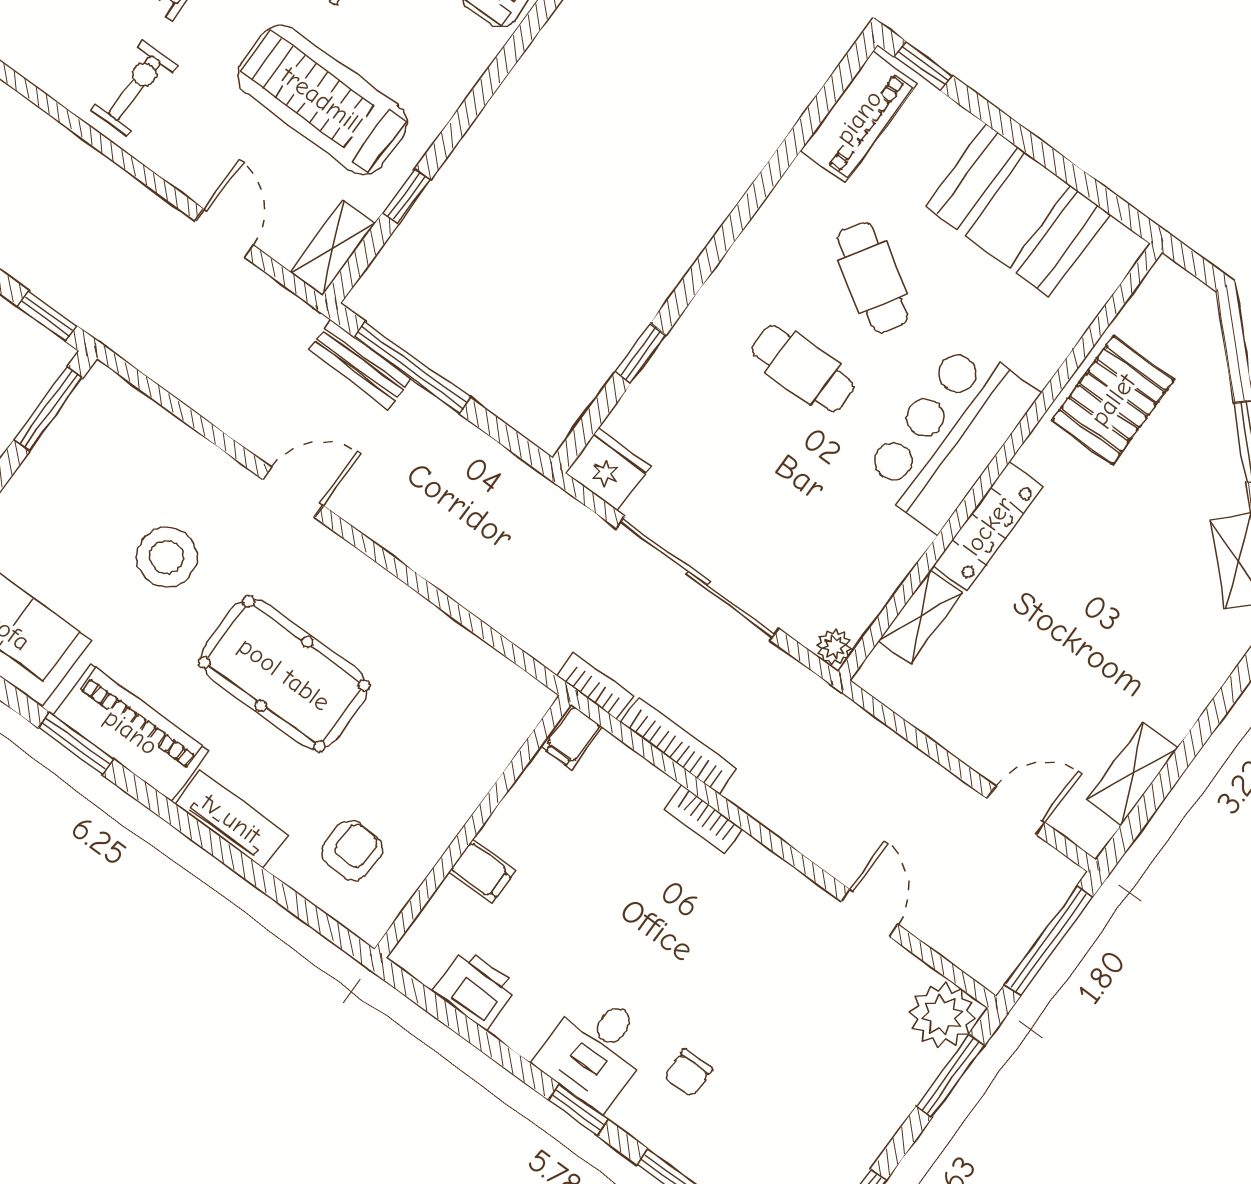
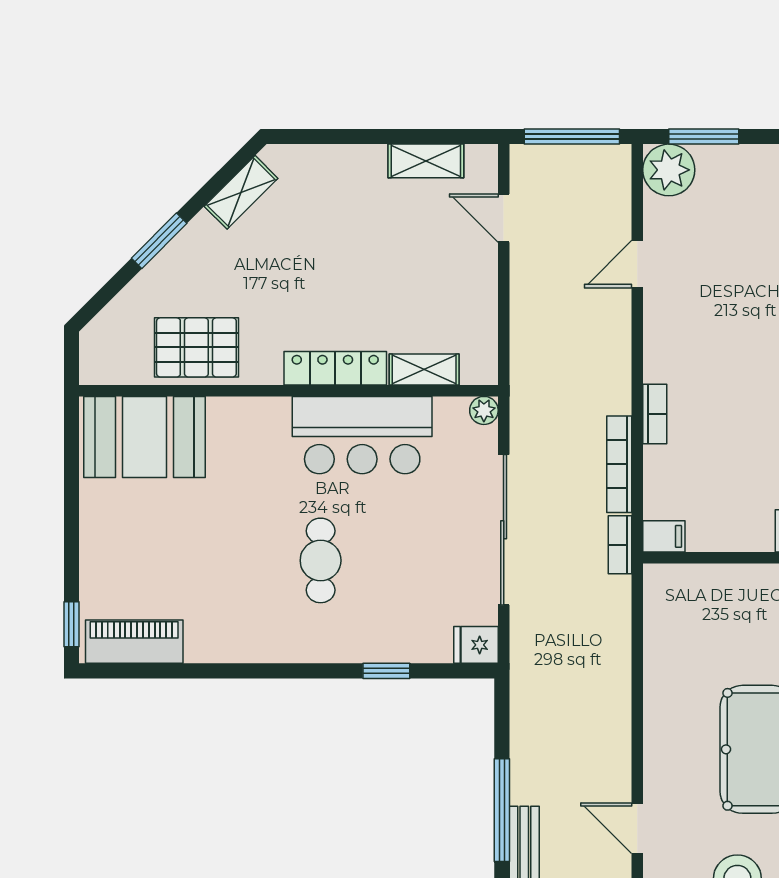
booth: (1017, 210) -> (145, 437), moved, turned 90
cafe table: (873, 277) -> (230, 558), removed
bar counter: (950, 435) -> (362, 435), moved
fridge: (608, 470) -> (476, 645), width x0.72

